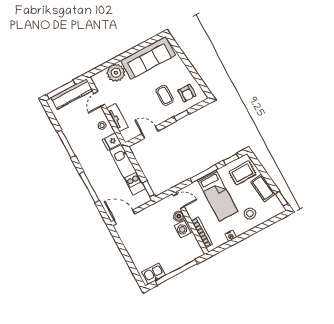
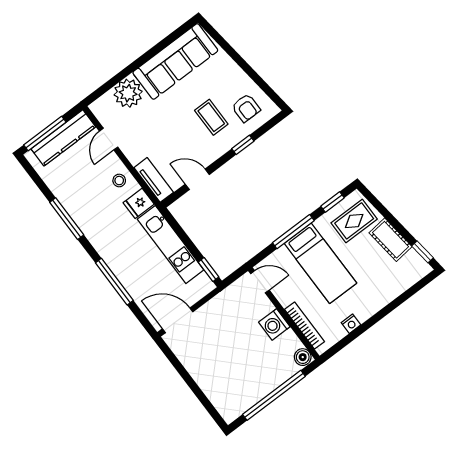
tv unit: (117, 118) -> (154, 180), moved
stool: (250, 214) -> (376, 284), removed
boiler: (179, 216) -> (303, 357), moved
kitchen sink: (154, 274) -> (238, 403), removed

